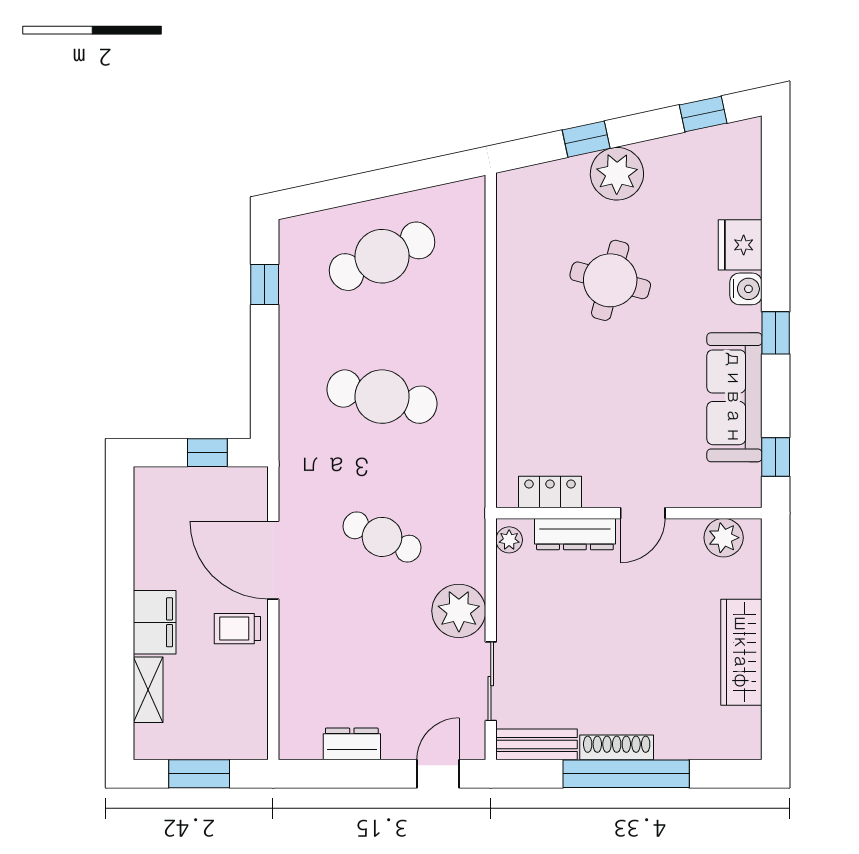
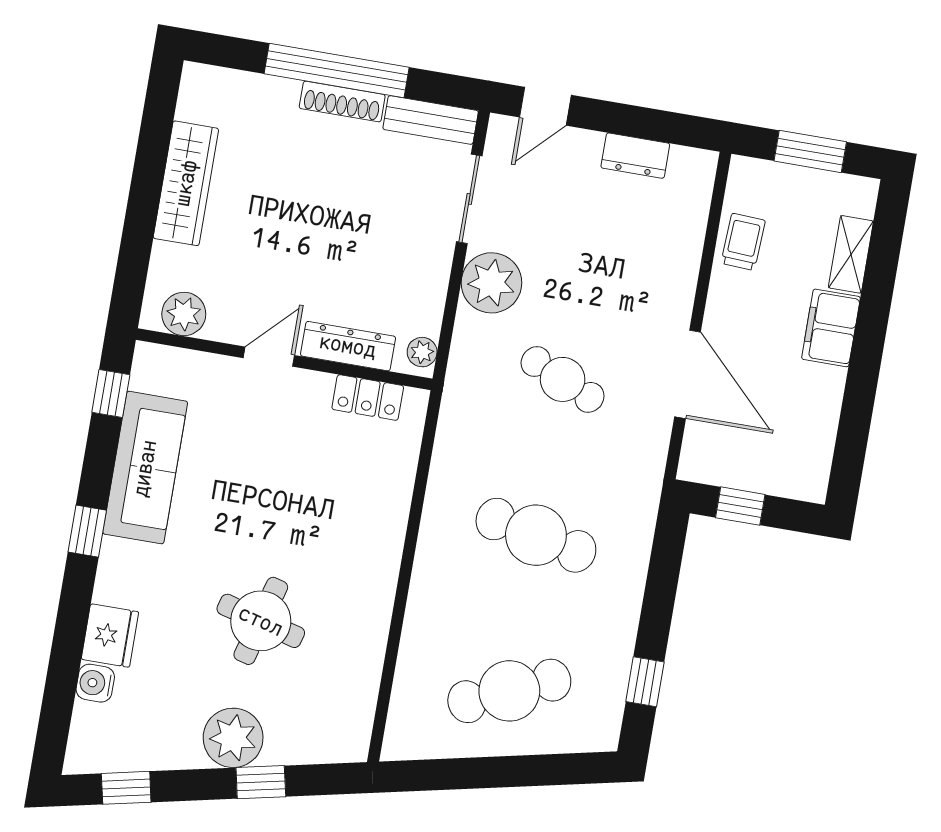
water cooler: (746, 289) -> (95, 683), moved
trolley: (237, 629) -> (743, 242), moved, turned -87

